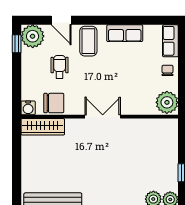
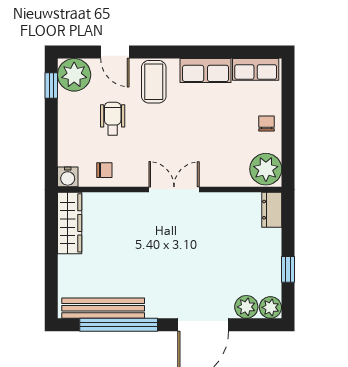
row of seats: (170, 41) -> (256, 69), moved, turned -90
chair: (54, 103) -> (104, 170), width x0.54, depth x0.54
wardrobe: (43, 127) -> (70, 223), moved, turned -90
dresser: (171, 131) -> (272, 210), added

